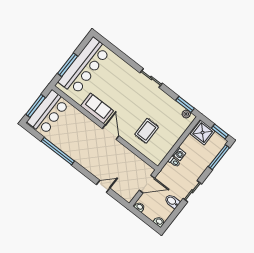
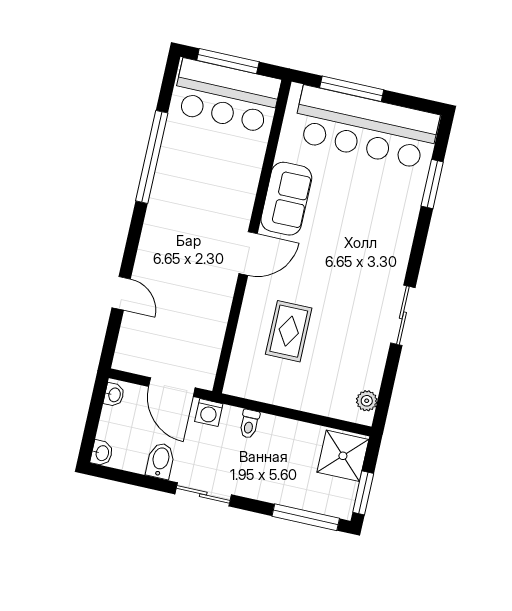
sliding door: (151, 78) -> (403, 315), moved
window: (185, 104) -> (432, 184), moved
rug: (147, 131) -> (289, 331), turned 90
washing machine: (179, 154) -> (209, 413), moved

